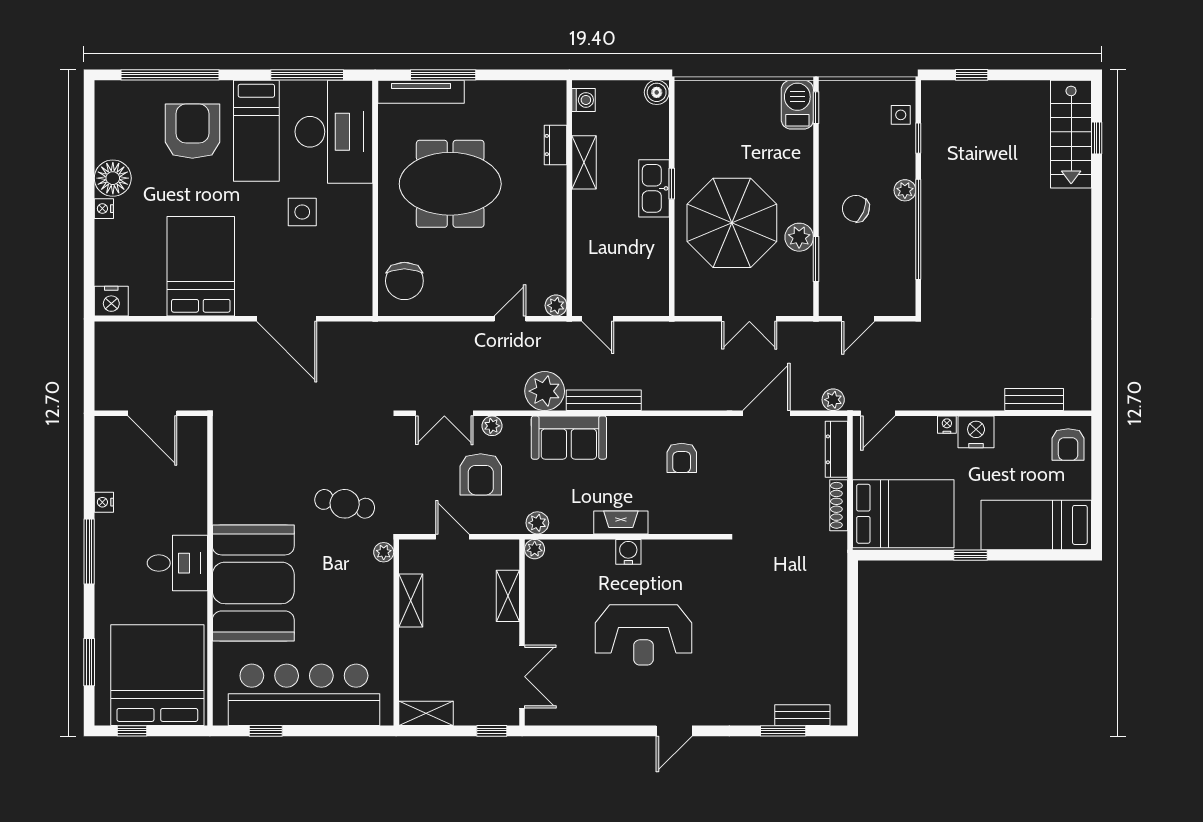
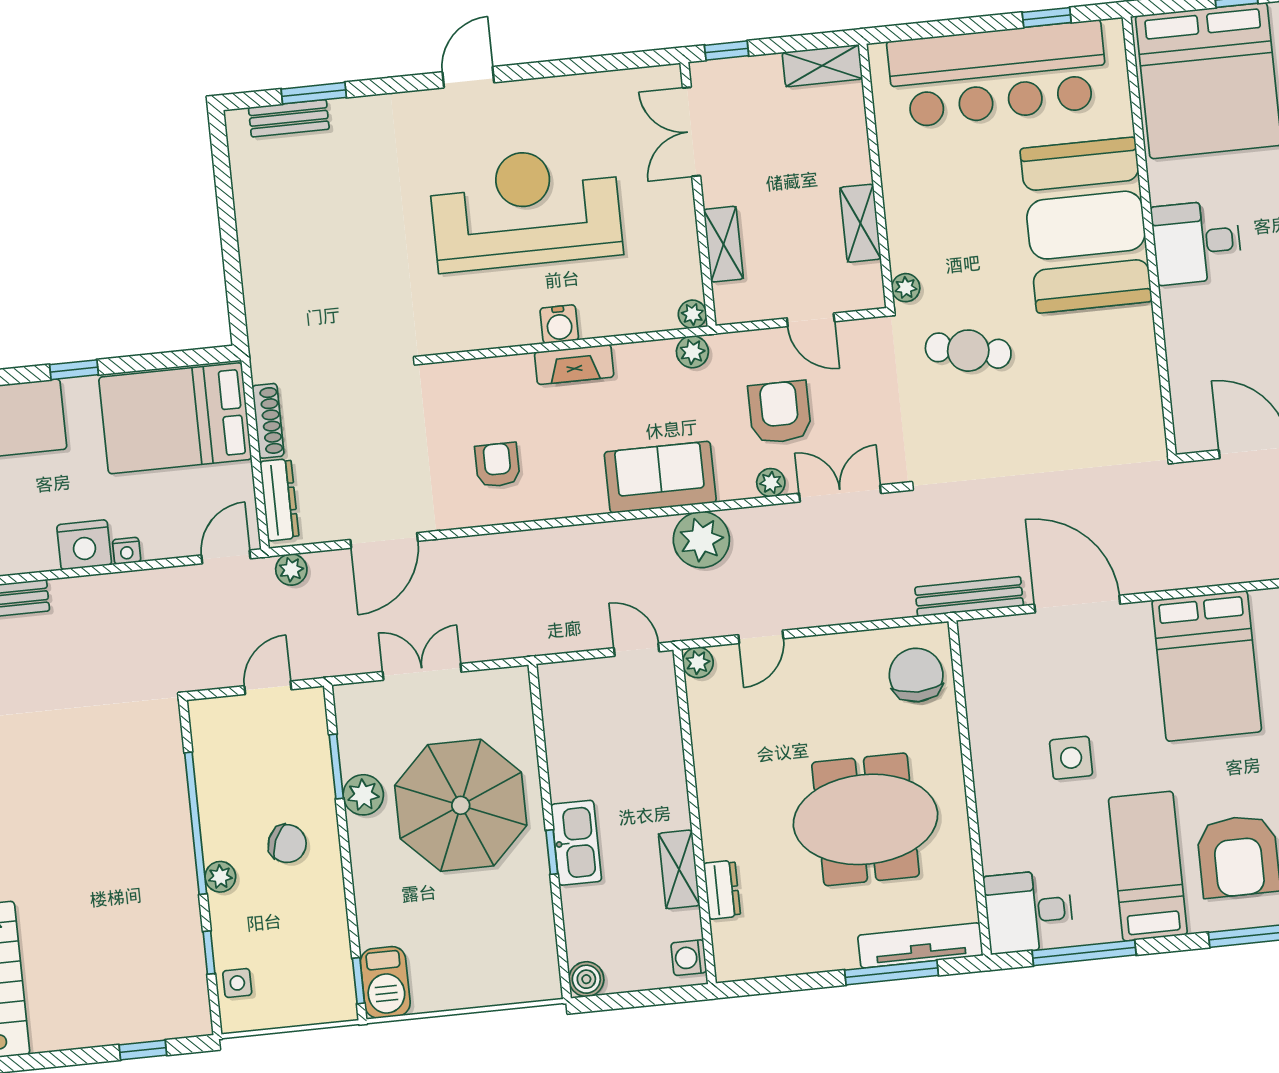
desk: (334, 132) -> (1029, 911), width x0.53, depth x0.77
bench: (604, 400) -> (969, 597), moved
reception desk: (643, 635) -> (526, 209), width x1.36, depth x1.30

